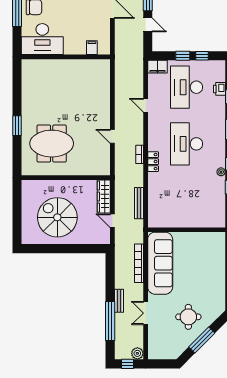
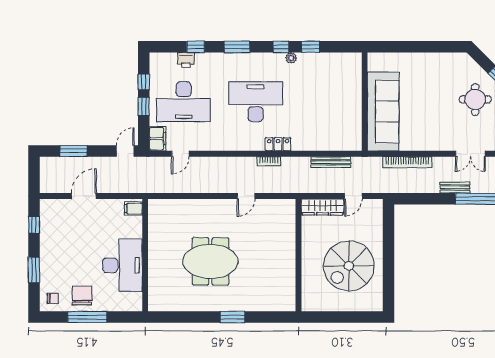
door: (148, 25) -> (125, 151), moved
desk: (42, 39) -> (123, 265), moved
filing cabinet: (92, 48) -> (133, 209), moved
door: (146, 105) -> (180, 154), moved
meeting table: (52, 144) -> (210, 261), moved, turned 90
desk: (187, 144) -> (256, 102), turned 180
sofa: (160, 263) -> (383, 111), moved, turned 90

